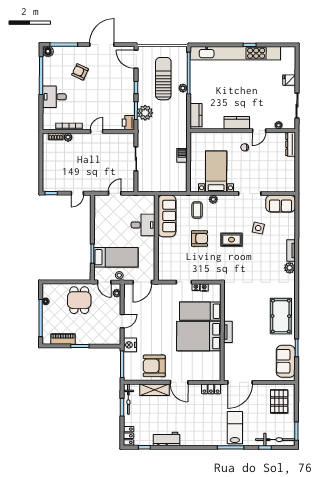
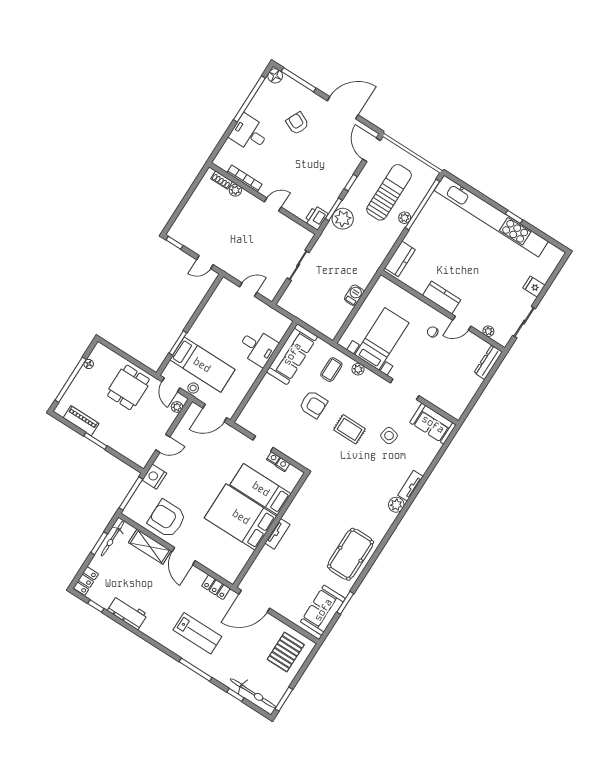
lab bench: (235, 428) -> (197, 633), moved, turned 90

